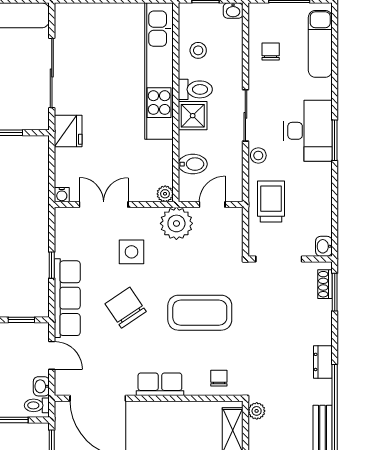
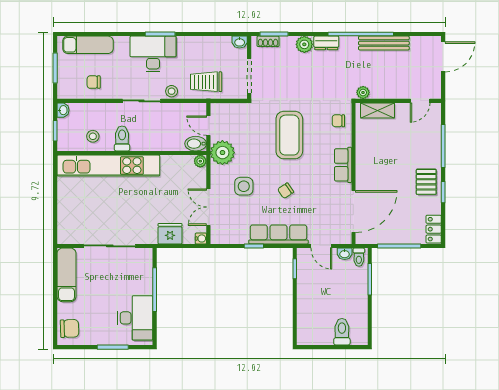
shower: (193, 116) -> (142, 140), removed
fridge: (68, 131) -> (170, 234), moved
bidet: (193, 164) -> (196, 144), moved, turned -90
chair: (126, 308) -> (286, 191), width x0.54, depth x0.54
plant: (321, 333) -> (304, 44), added
door: (52, 355) -> (321, 246), swing flipped

